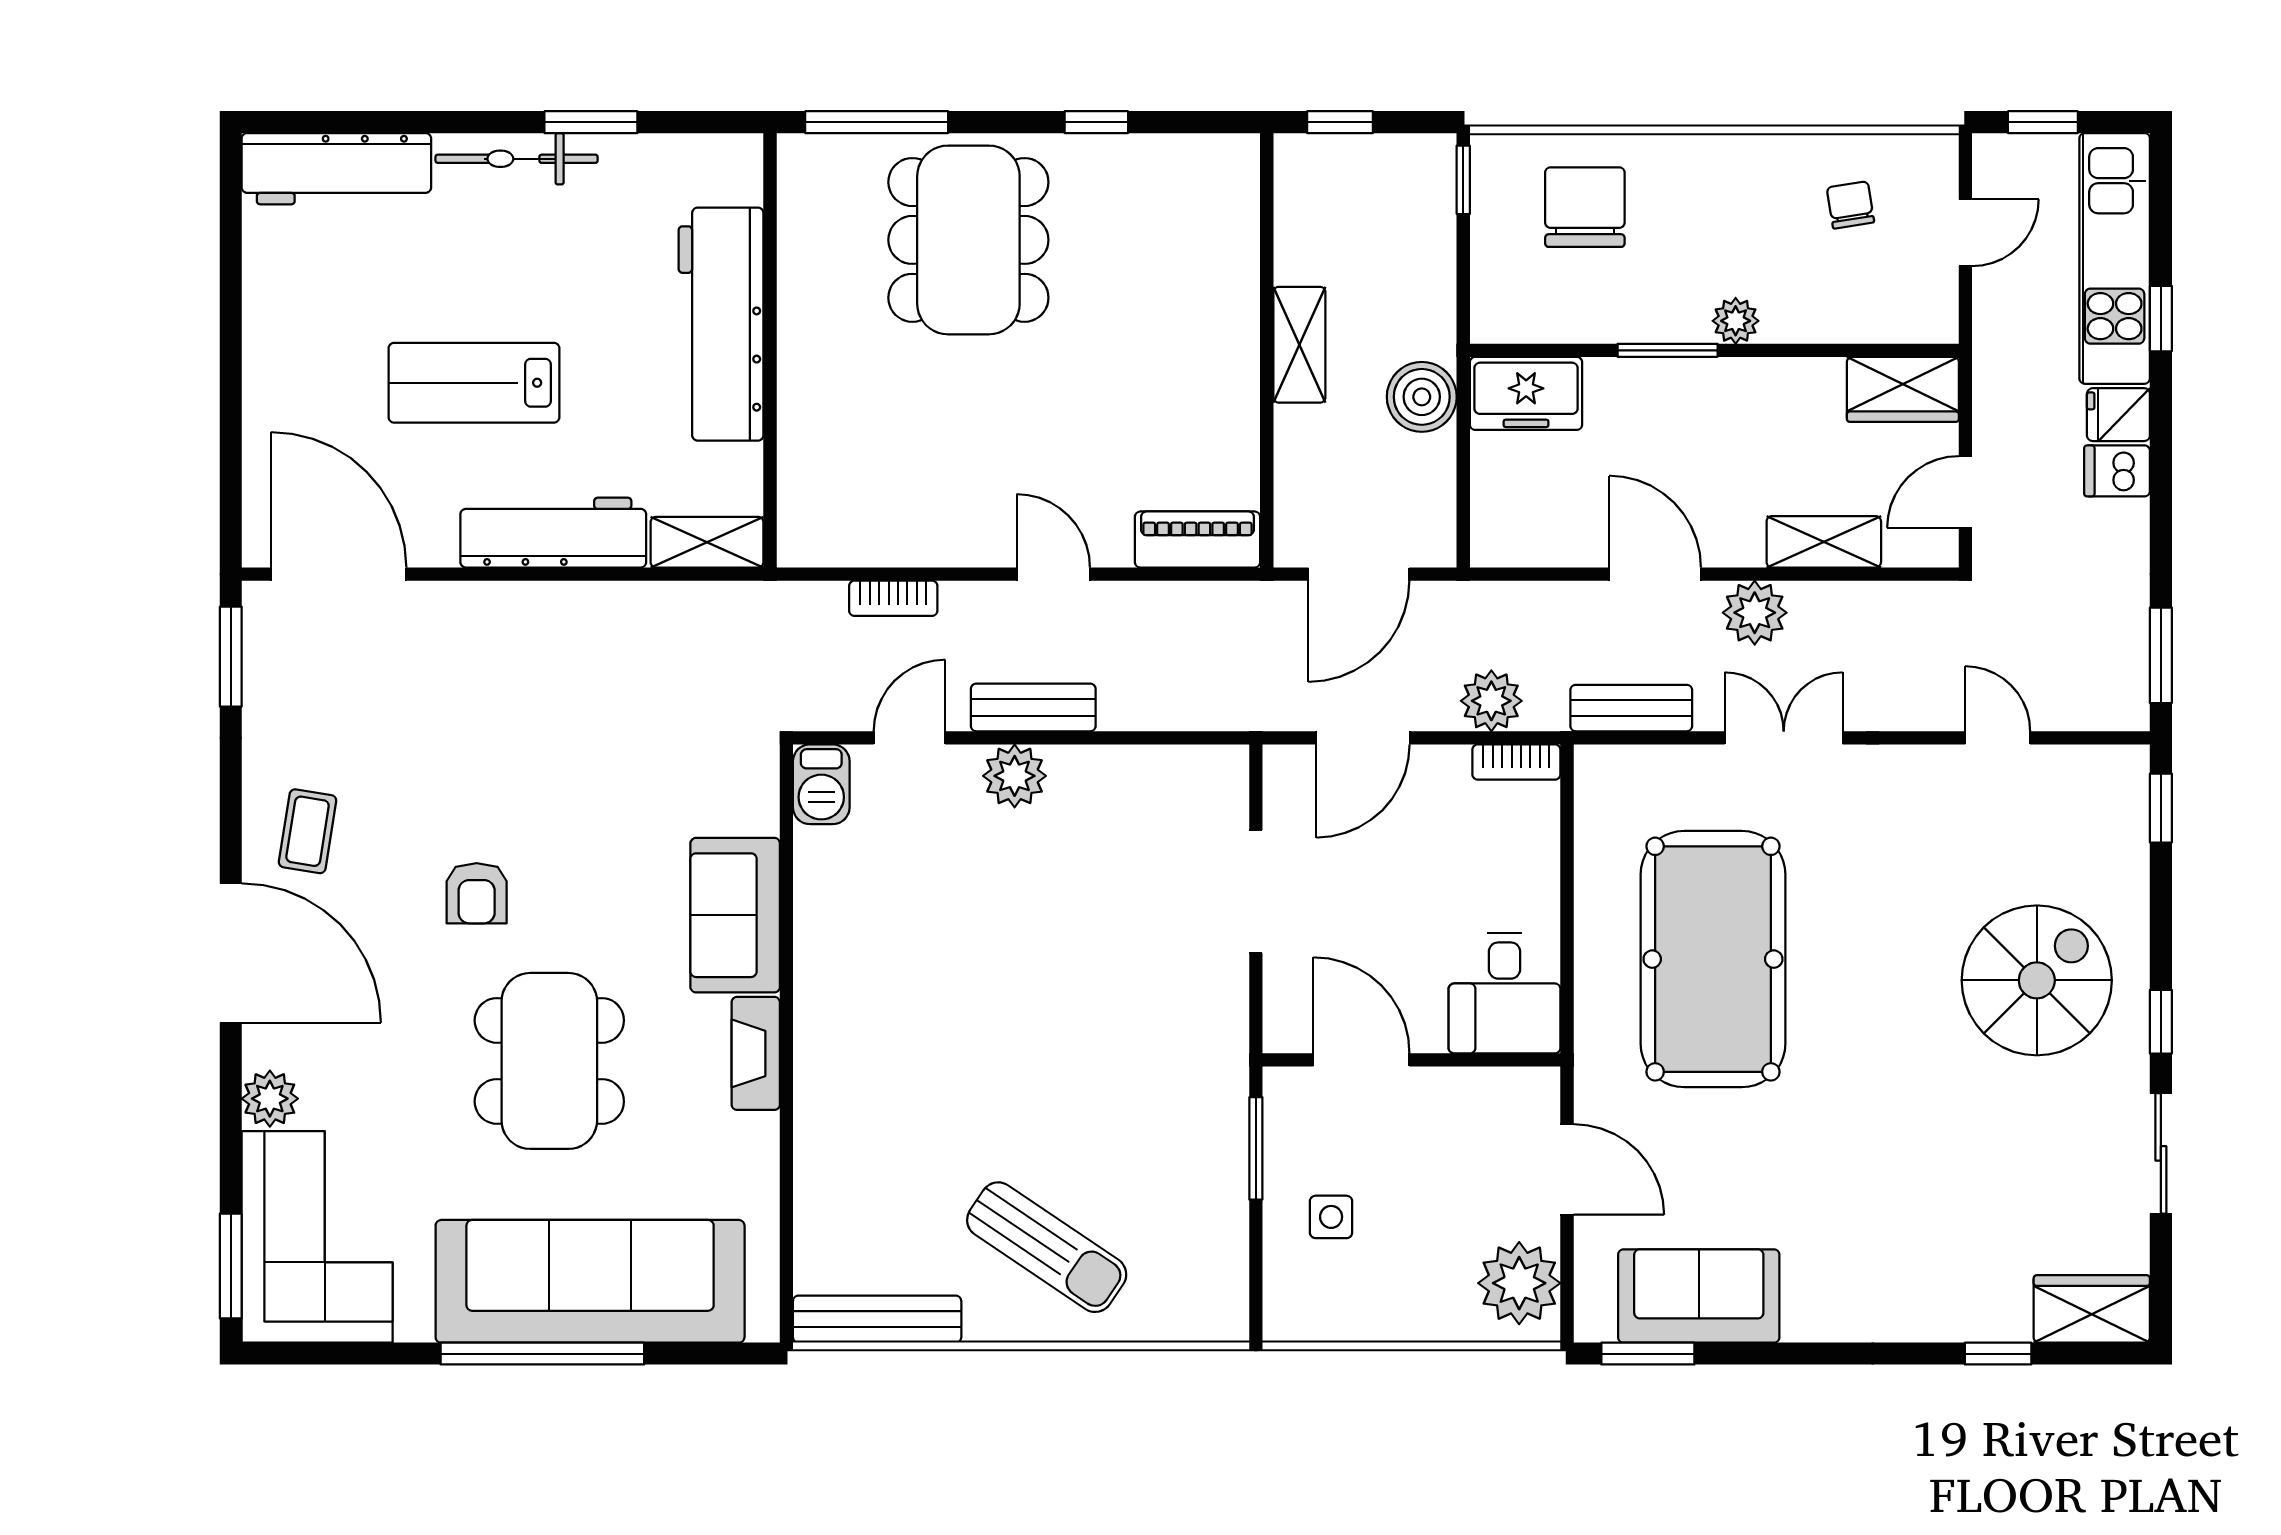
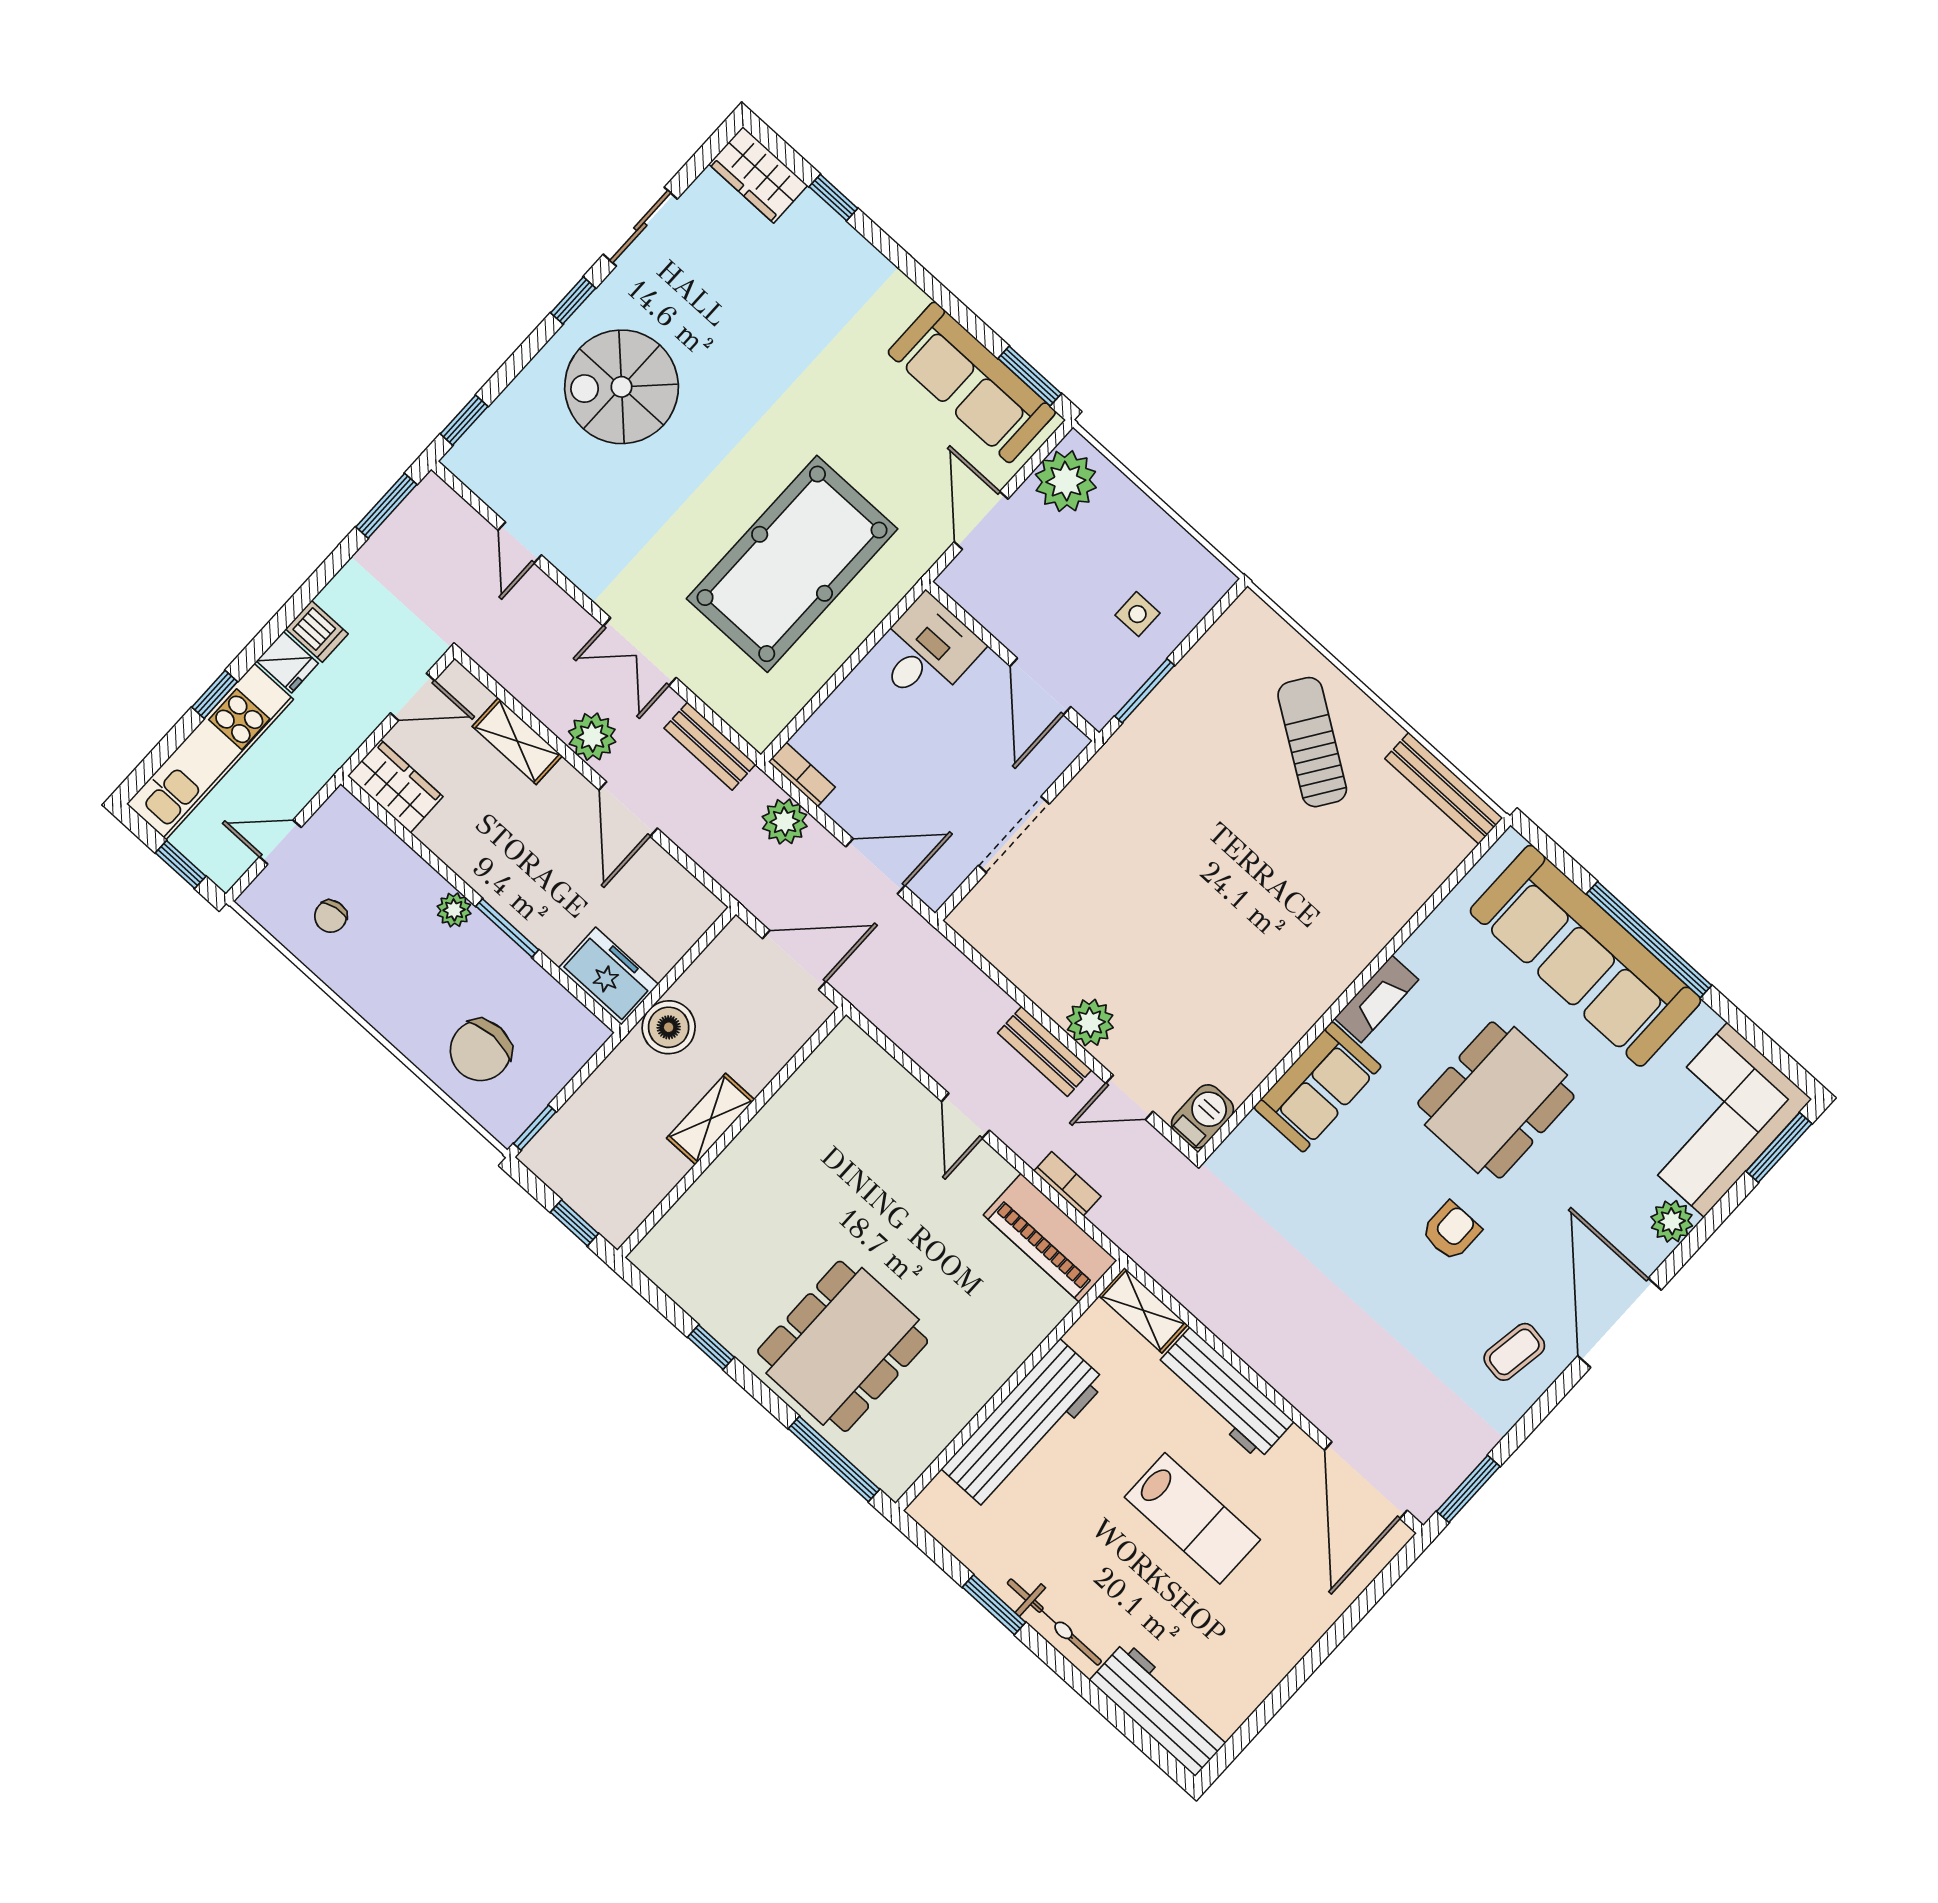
piano: (1198, 540) -> (1050, 1238), moved, width x1.37, depth x1.33
sofa: (1699, 1296) -> (972, 382), width x1.36

